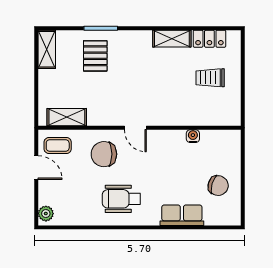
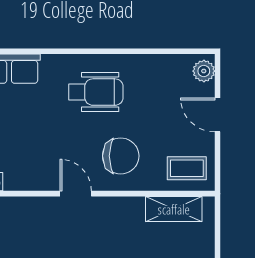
door: (36, 168) -> (217, 115), moved

